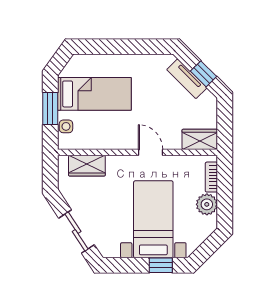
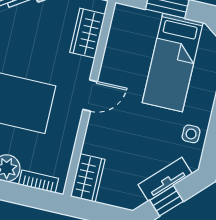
side table: (66, 126) -> (191, 134), moved
door: (150, 152) -> (90, 96), moved

